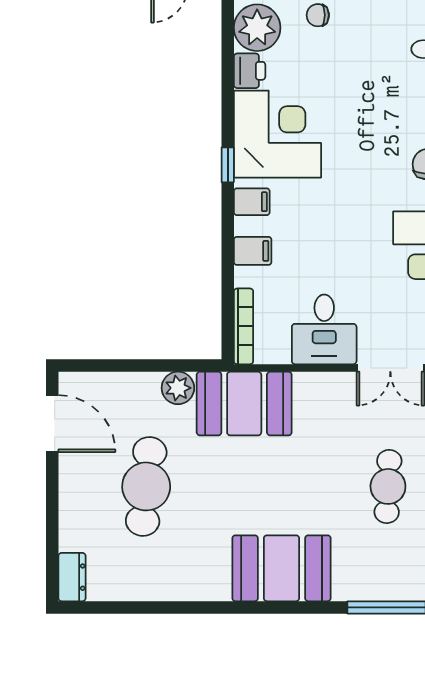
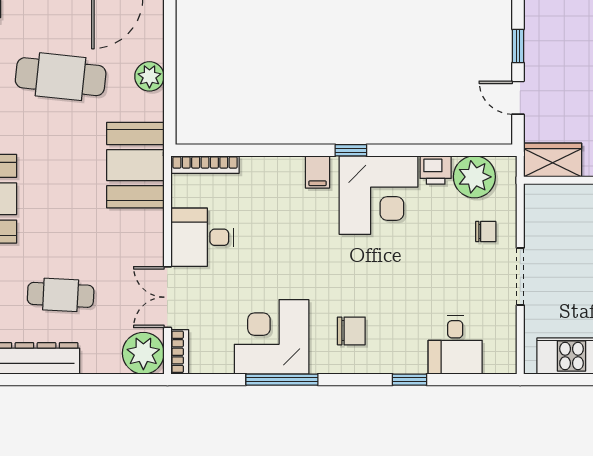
chair: (318, 15) -> (486, 231), turned 90
filing cabinet: (253, 251) -> (273, 173), removed
plant: (178, 388) -> (149, 76), moved

